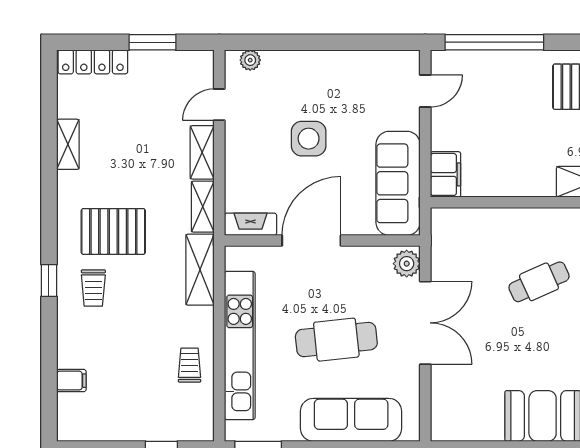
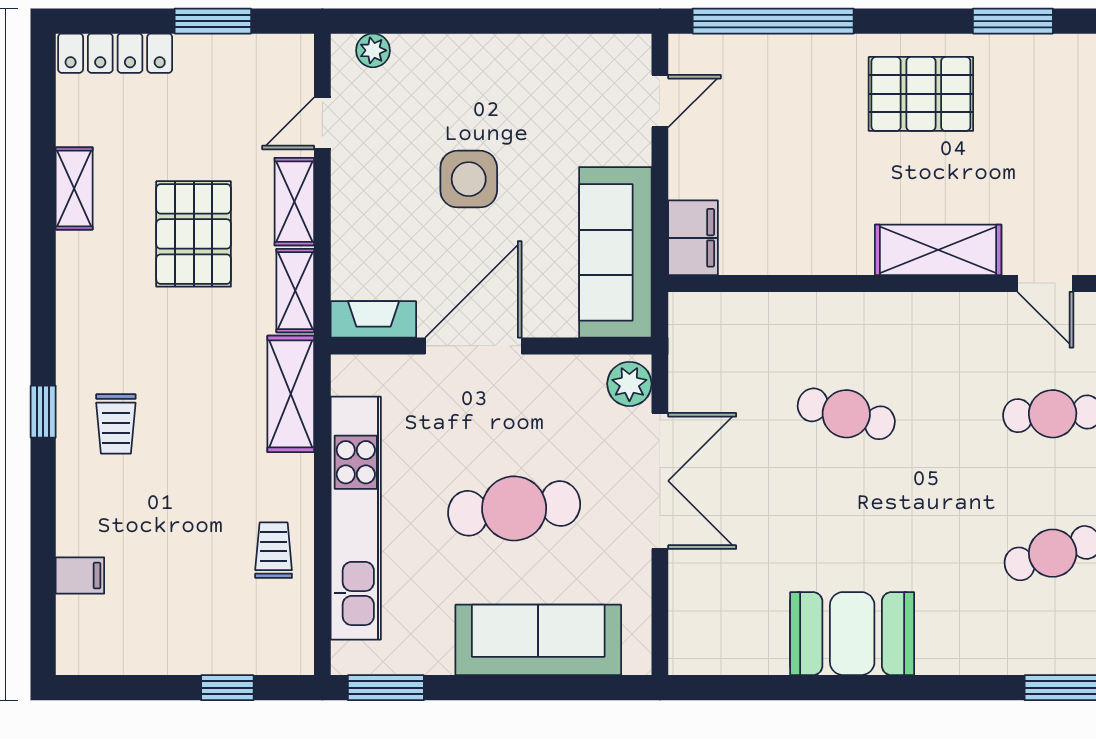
pallet: (113, 231) -> (194, 234), moved, turned 90
cafe table: (539, 282) -> (846, 414), turned 39

